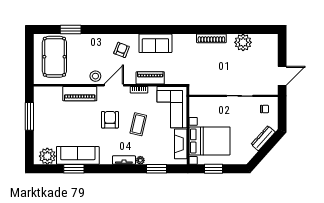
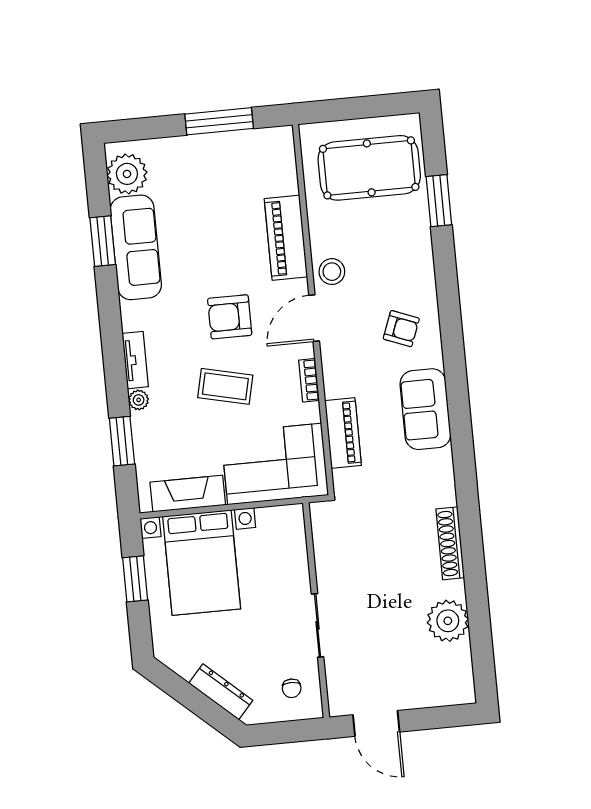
piano: (150, 78) -> (343, 433), moved
door: (114, 85) -> (314, 318), swing flipped
armchair: (110, 120) -> (230, 317), turned 180

